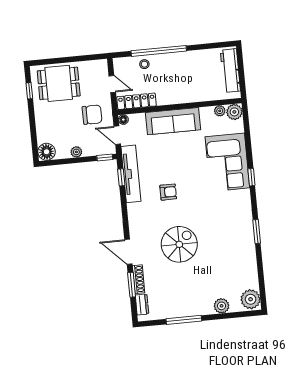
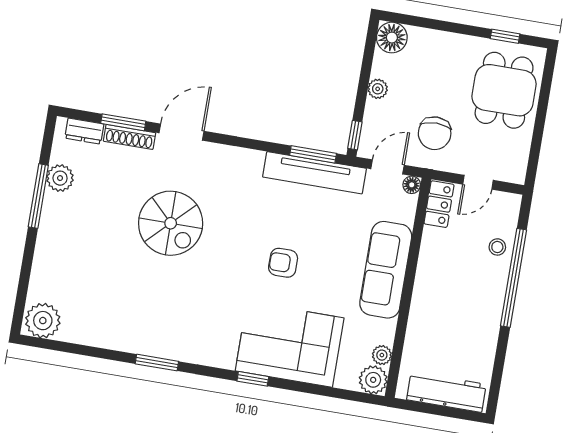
locker: (137, 101) -> (439, 204), width x0.66
window: (121, 177) -> (313, 154), width x1.50
armchair: (168, 192) -> (283, 263), moved, turned 90
plant: (222, 306) -> (60, 178), moved

